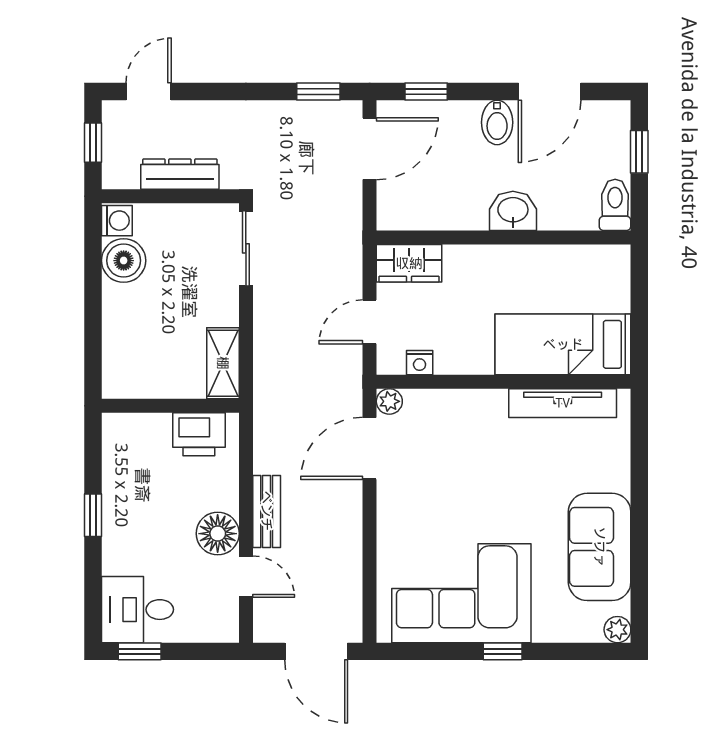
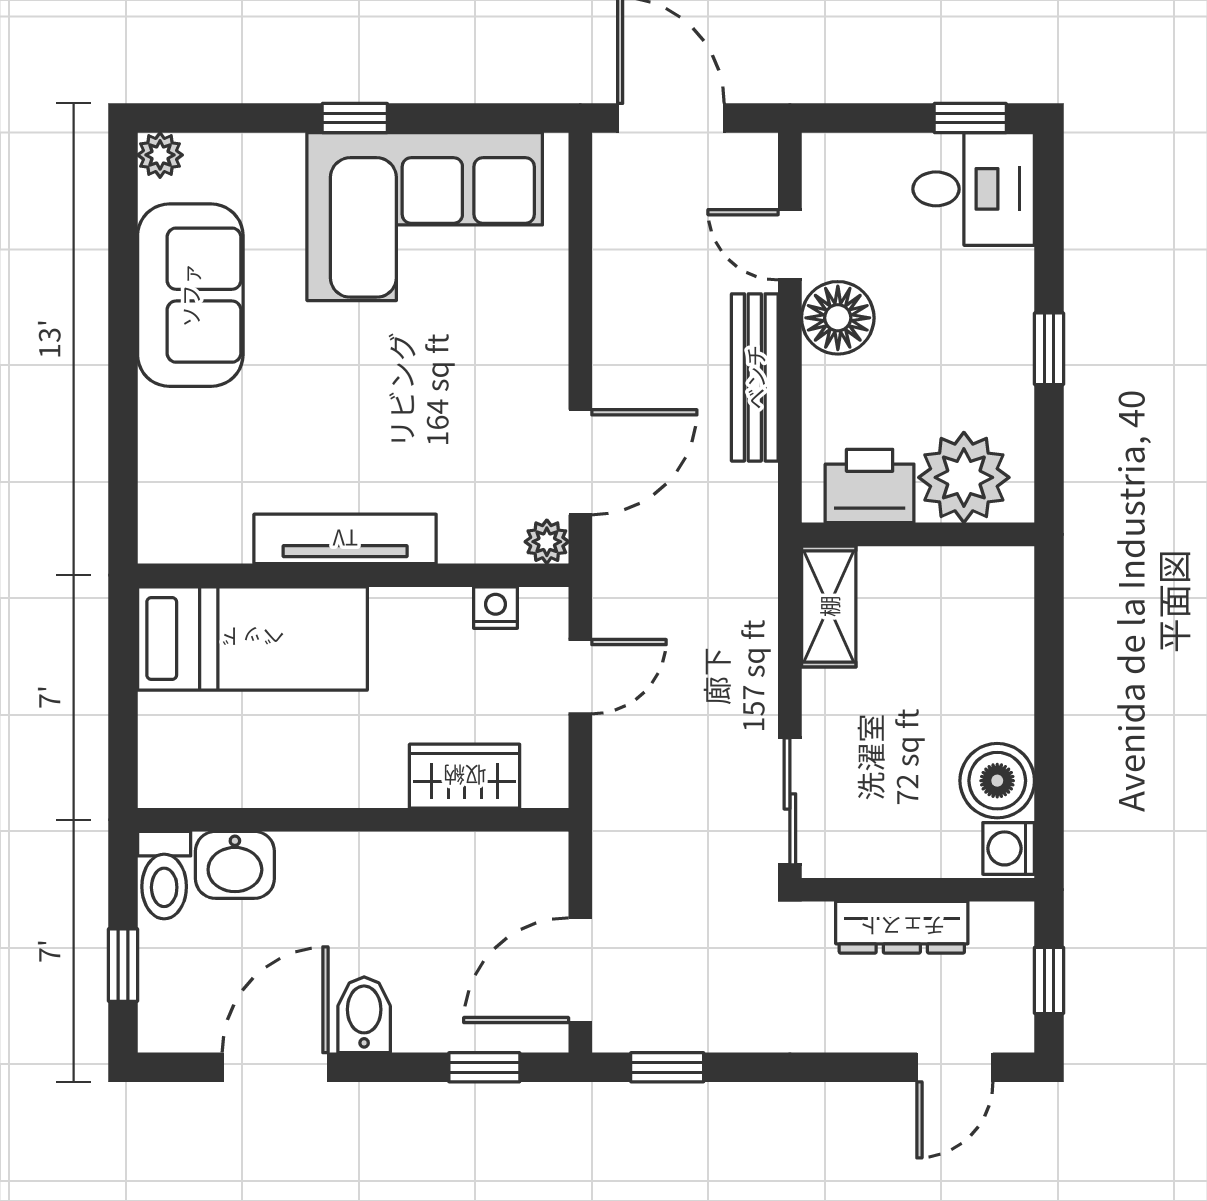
washbasin: (513, 211) -> (235, 865), moved
wardrobe: (409, 263) -> (465, 776), moved
tv unit: (563, 403) -> (345, 539), moved
plant: (143, 439) -> (964, 477), added
bench: (267, 511) -> (755, 377), width x1.36

